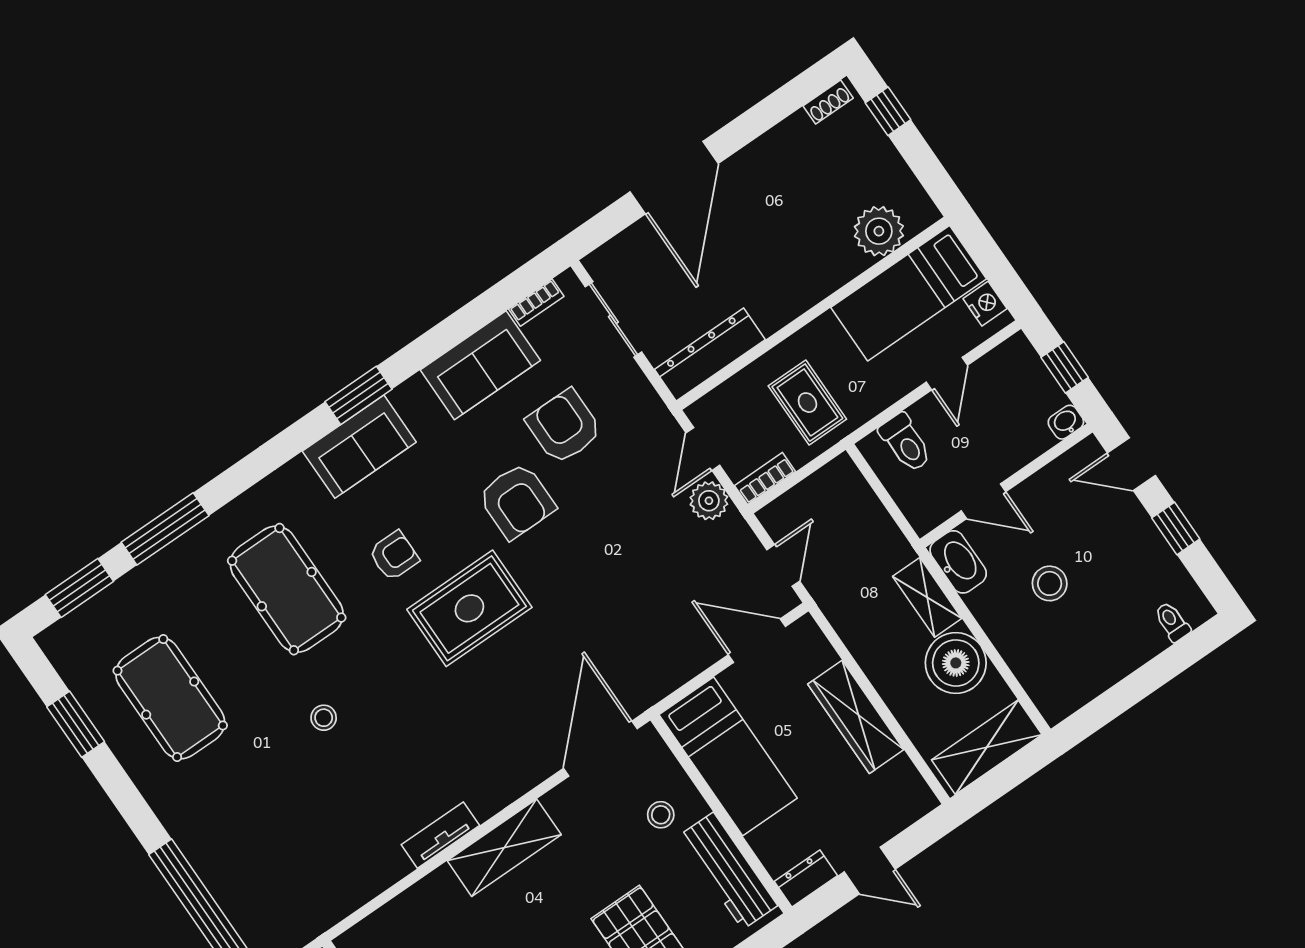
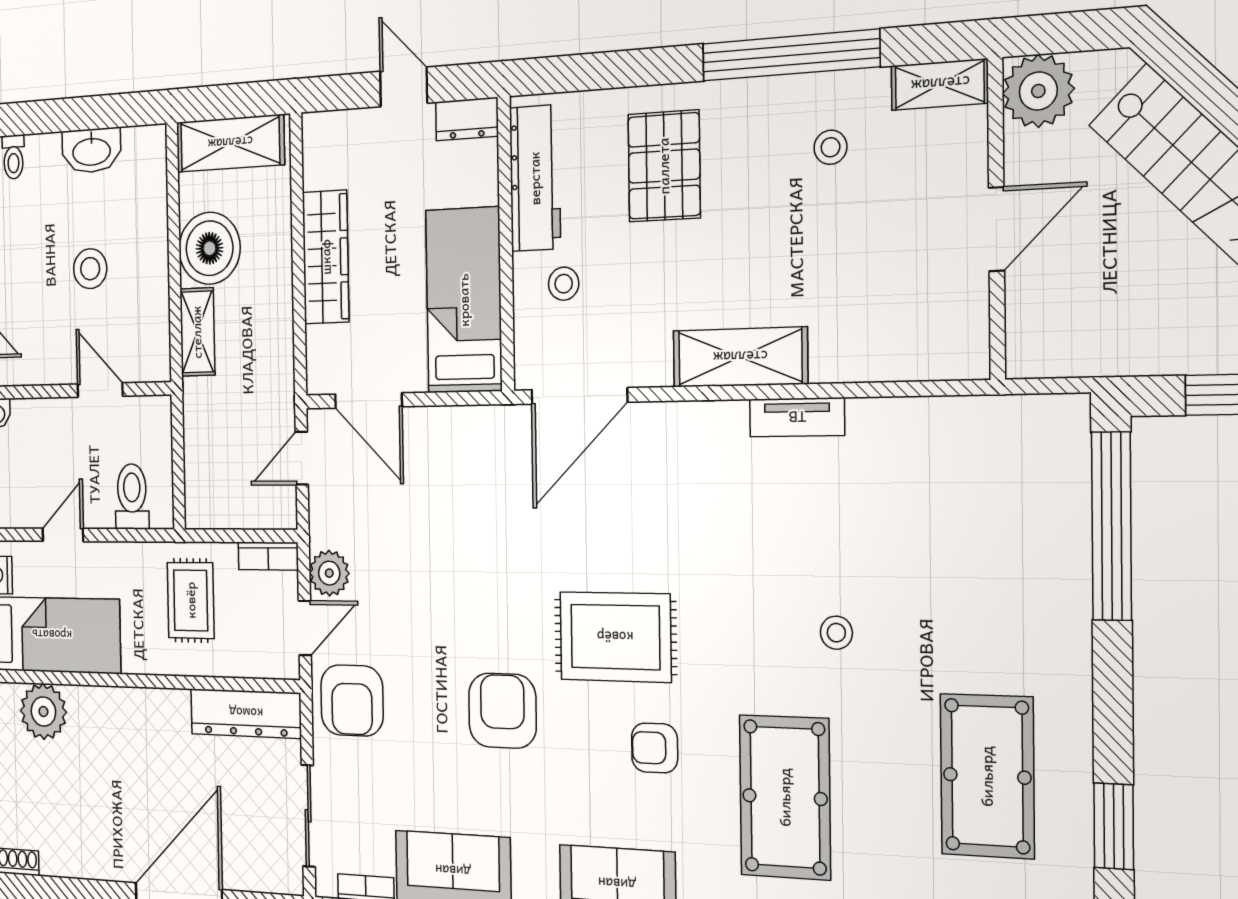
armchair: (564, 427) -> (352, 700), moved
washbasin: (958, 562) -> (91, 151), moved, turned -90

